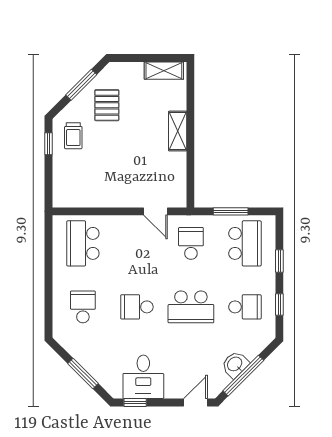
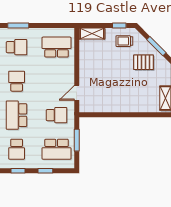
shelving: (178, 131) -> (92, 33), moved
window: (48, 304) -> (18, 25), added

